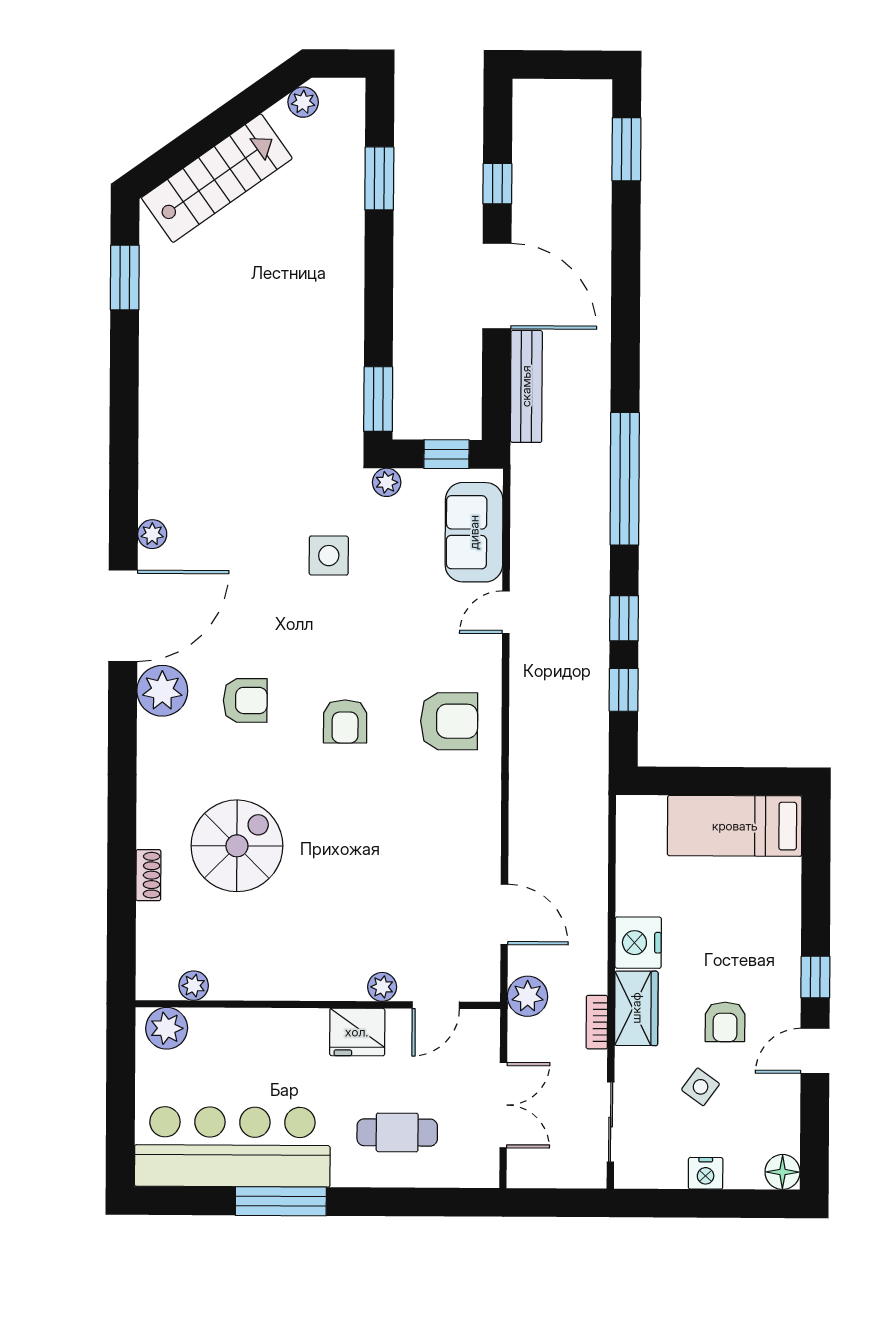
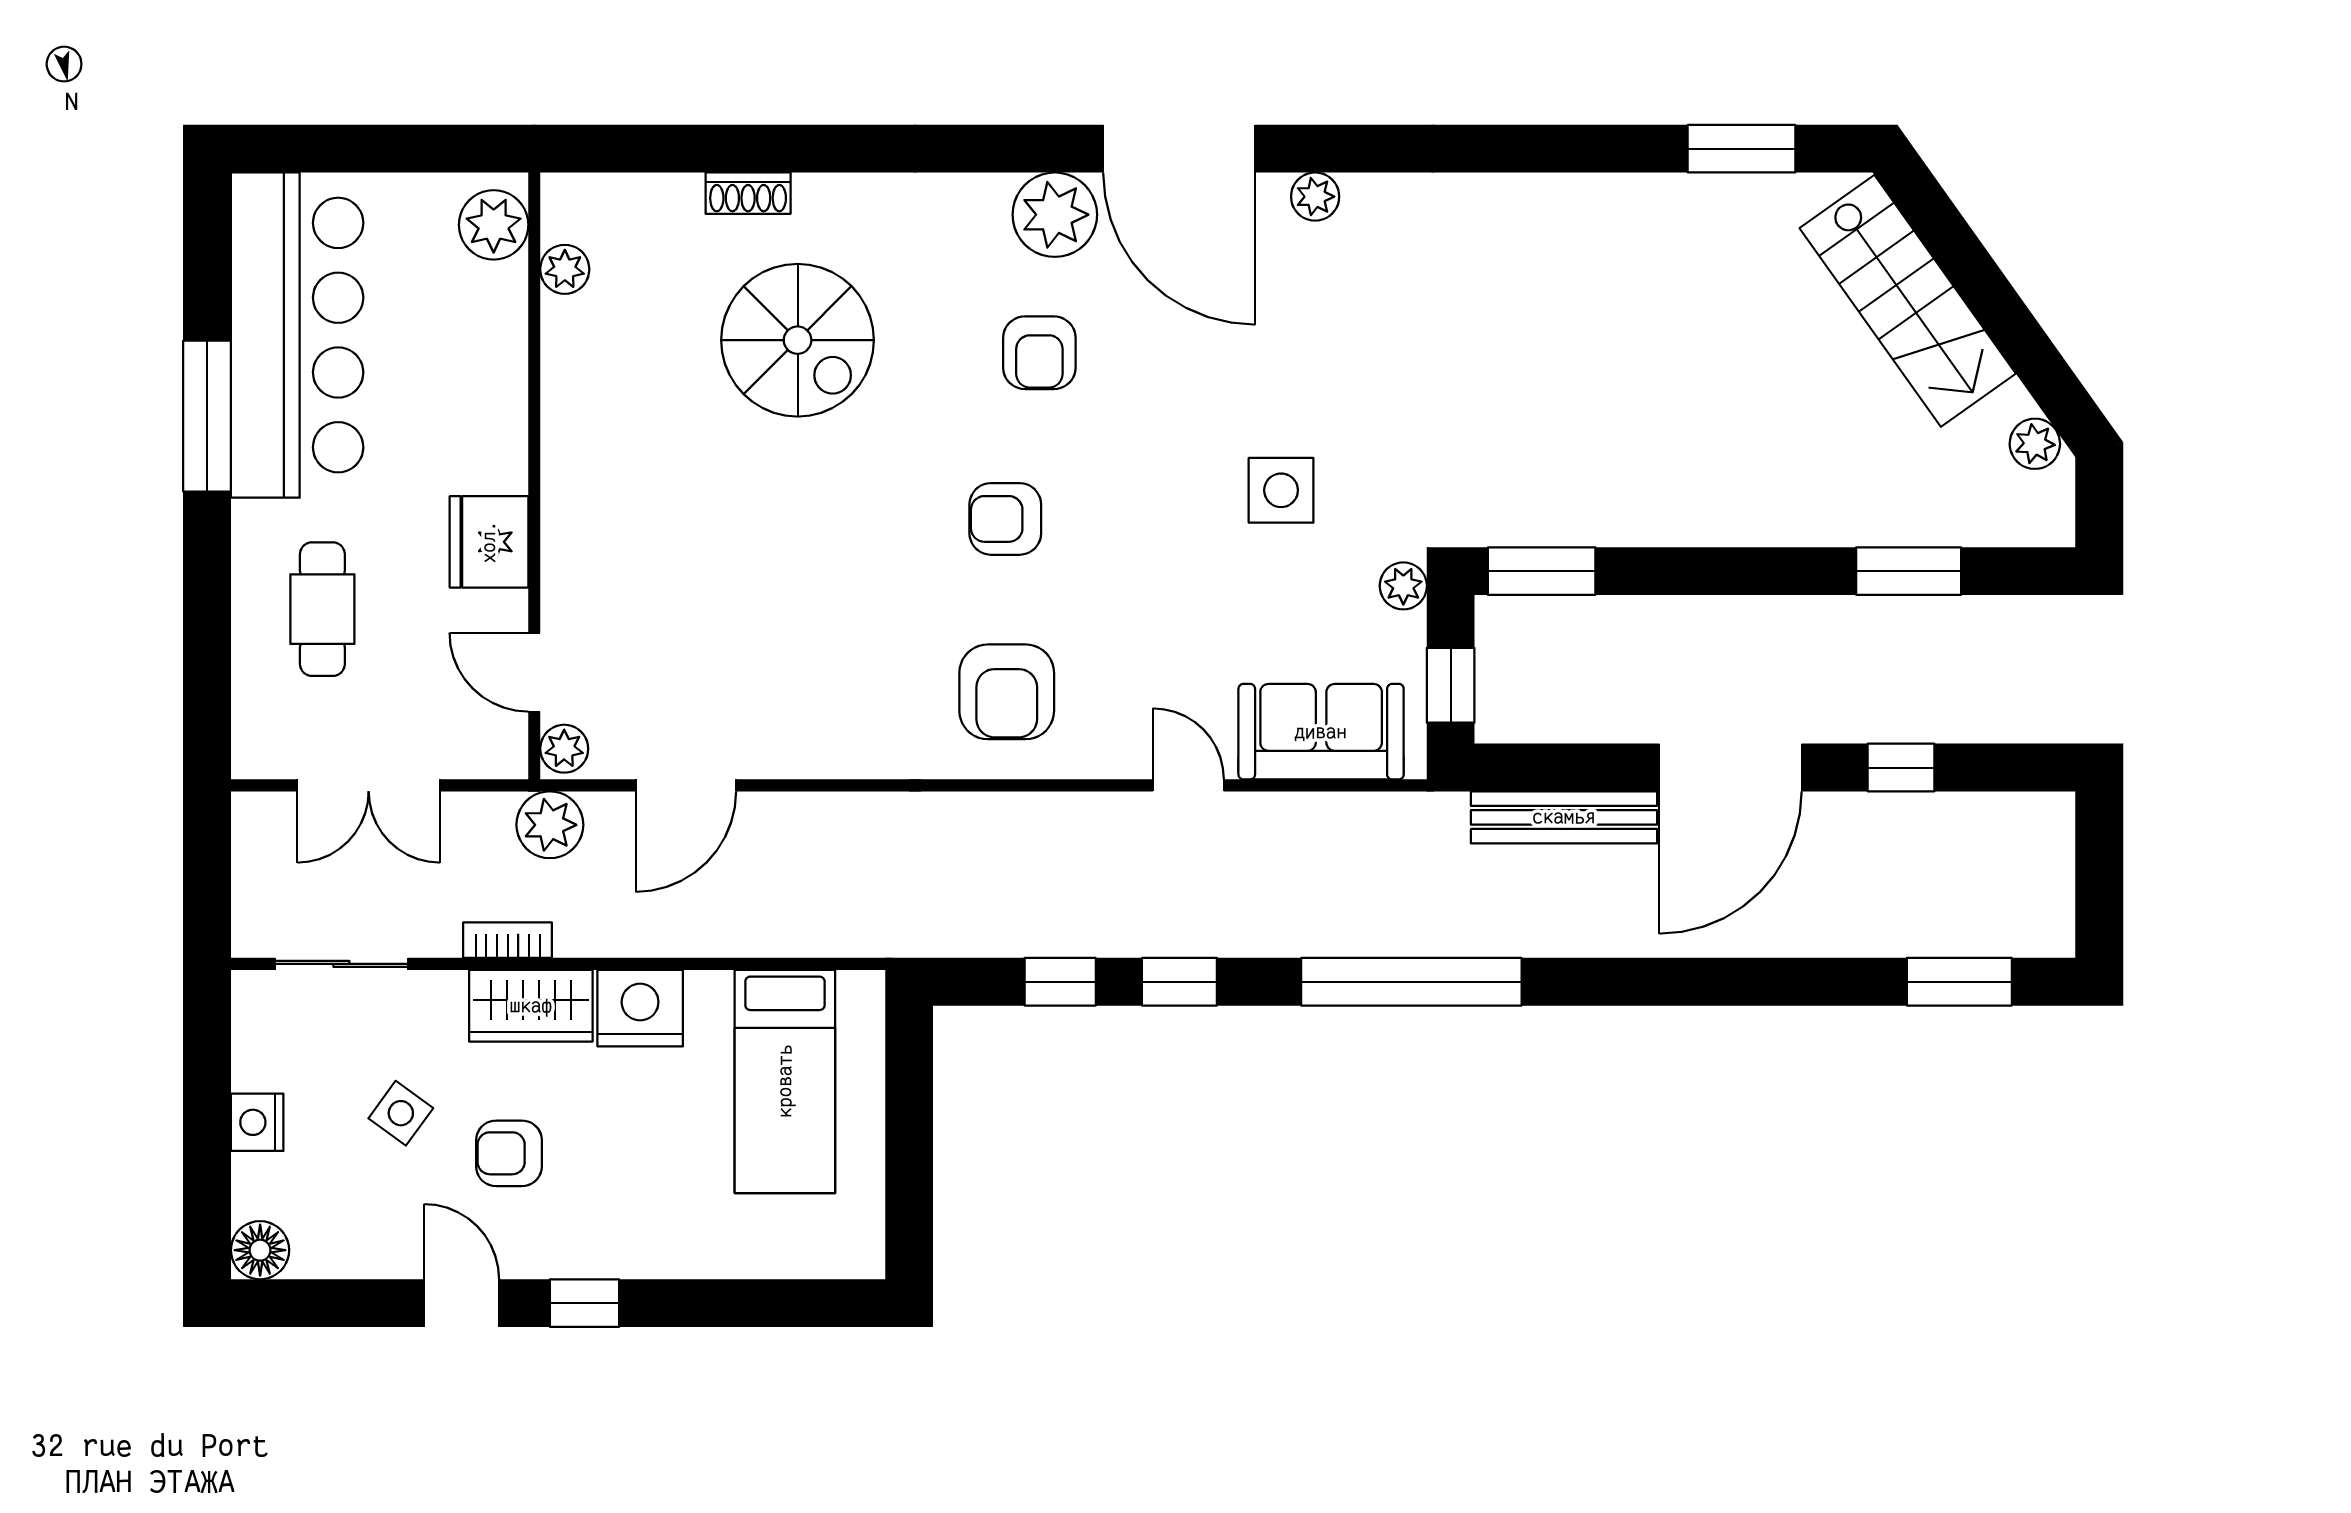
bed: (735, 826) -> (785, 1081), moved, turned 180
plant: (382, 987) -> (564, 749), moved

